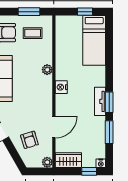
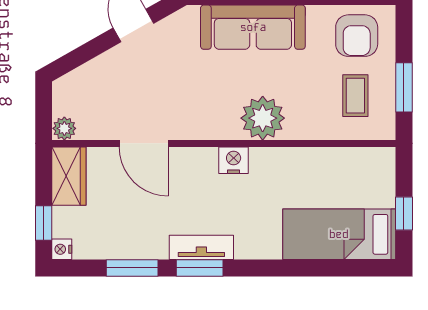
plant: (47, 70) -> (263, 118), width x1.88, depth x1.88
armchair: (29, 140) -> (115, 88), removed

